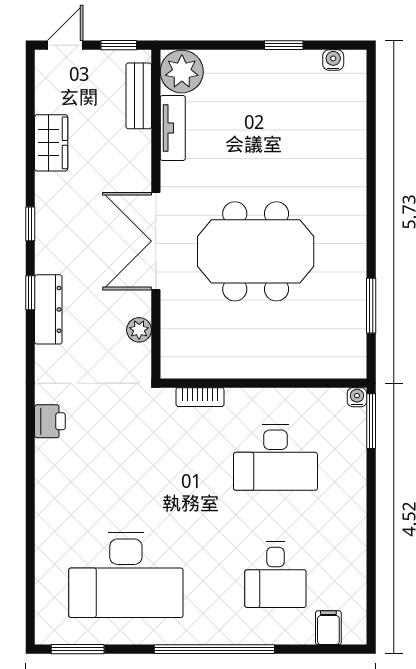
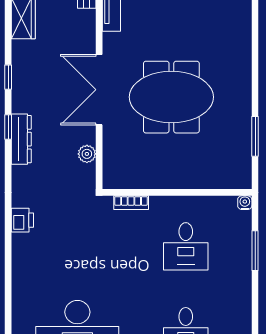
window: (371, 421) -> (255, 251), moved
desk: (275, 458) -> (186, 246), width x0.73

